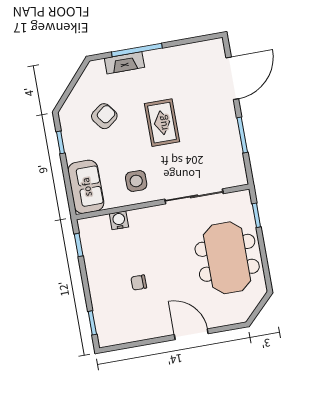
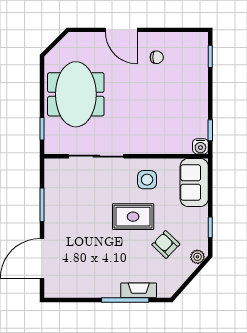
plant: (69, 109) -> (197, 257), added
armchair: (104, 116) -> (166, 244), turned 81
rug: (162, 123) -> (133, 217), moved, turned 90
water cooler: (119, 220) -> (200, 146), moved
chair: (139, 283) -> (157, 57), moved

